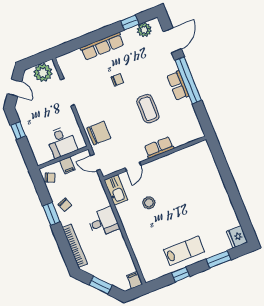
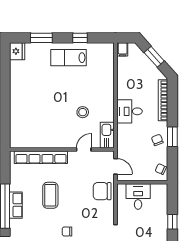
row of seats: (159, 148) -> (41, 157), width x2.02
filing cabinet: (67, 165) -> (141, 174), removed

